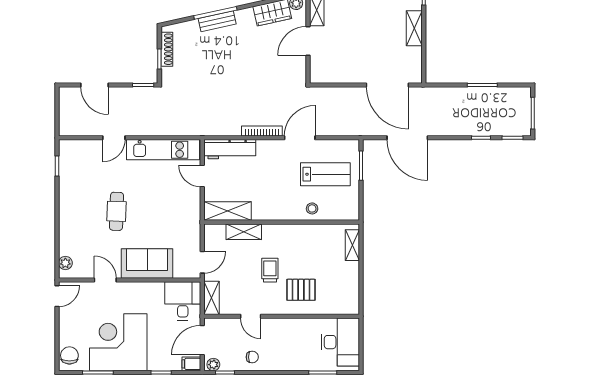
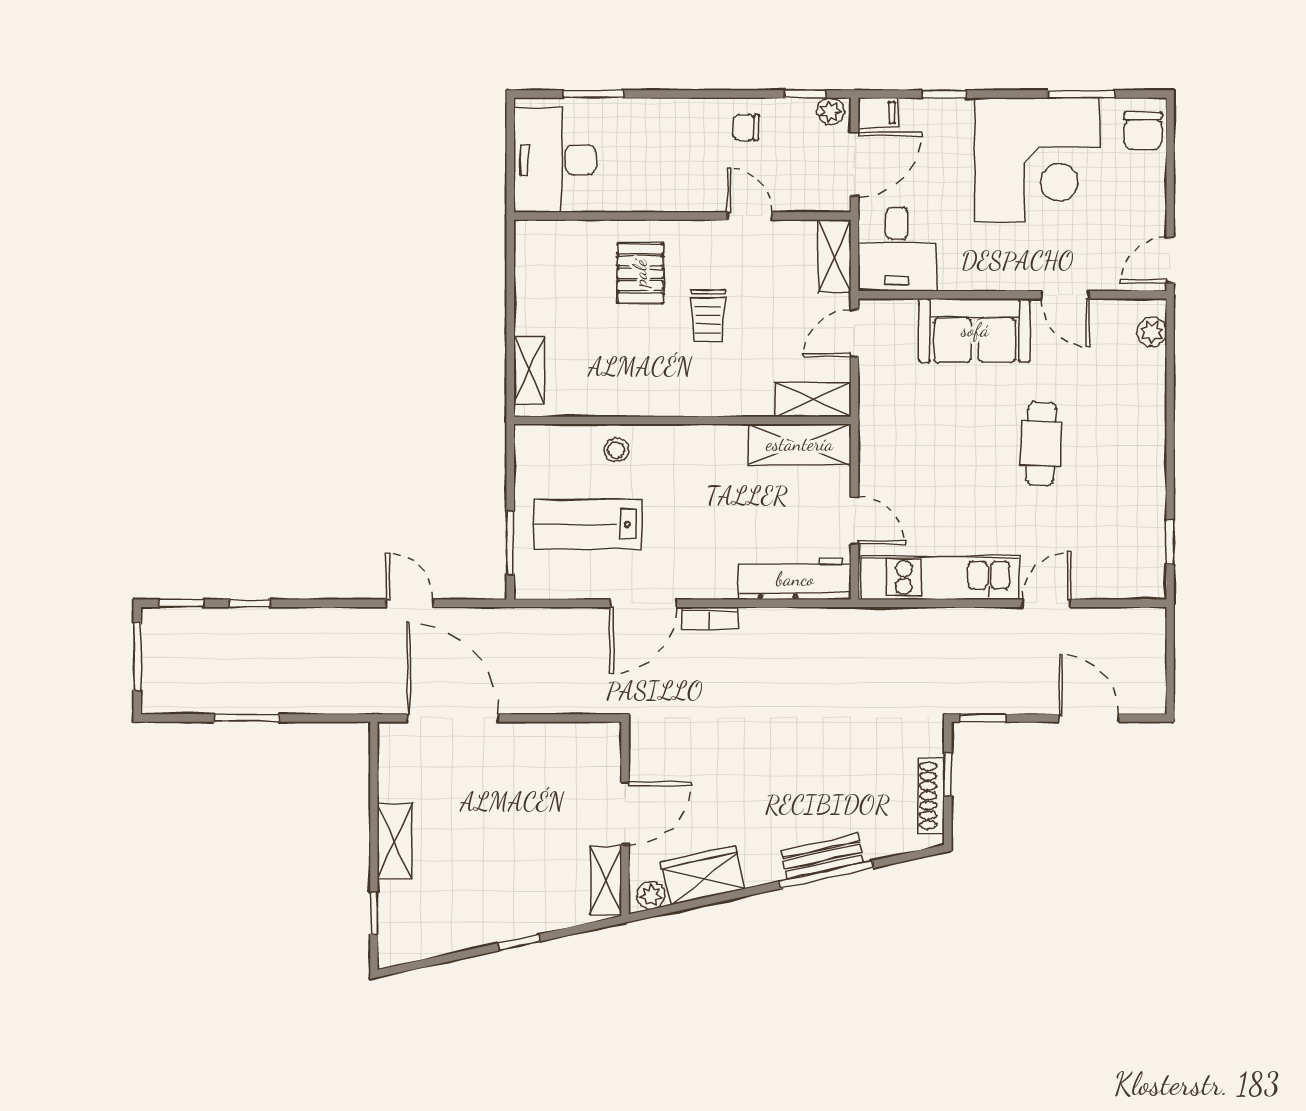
bookcase: (262, 131) -> (710, 618), width x0.64
door: (407, 138) -> (410, 603), width x0.53
shelving: (244, 232) -> (813, 400), moved
pallet: (301, 290) -> (640, 273), turned 90

